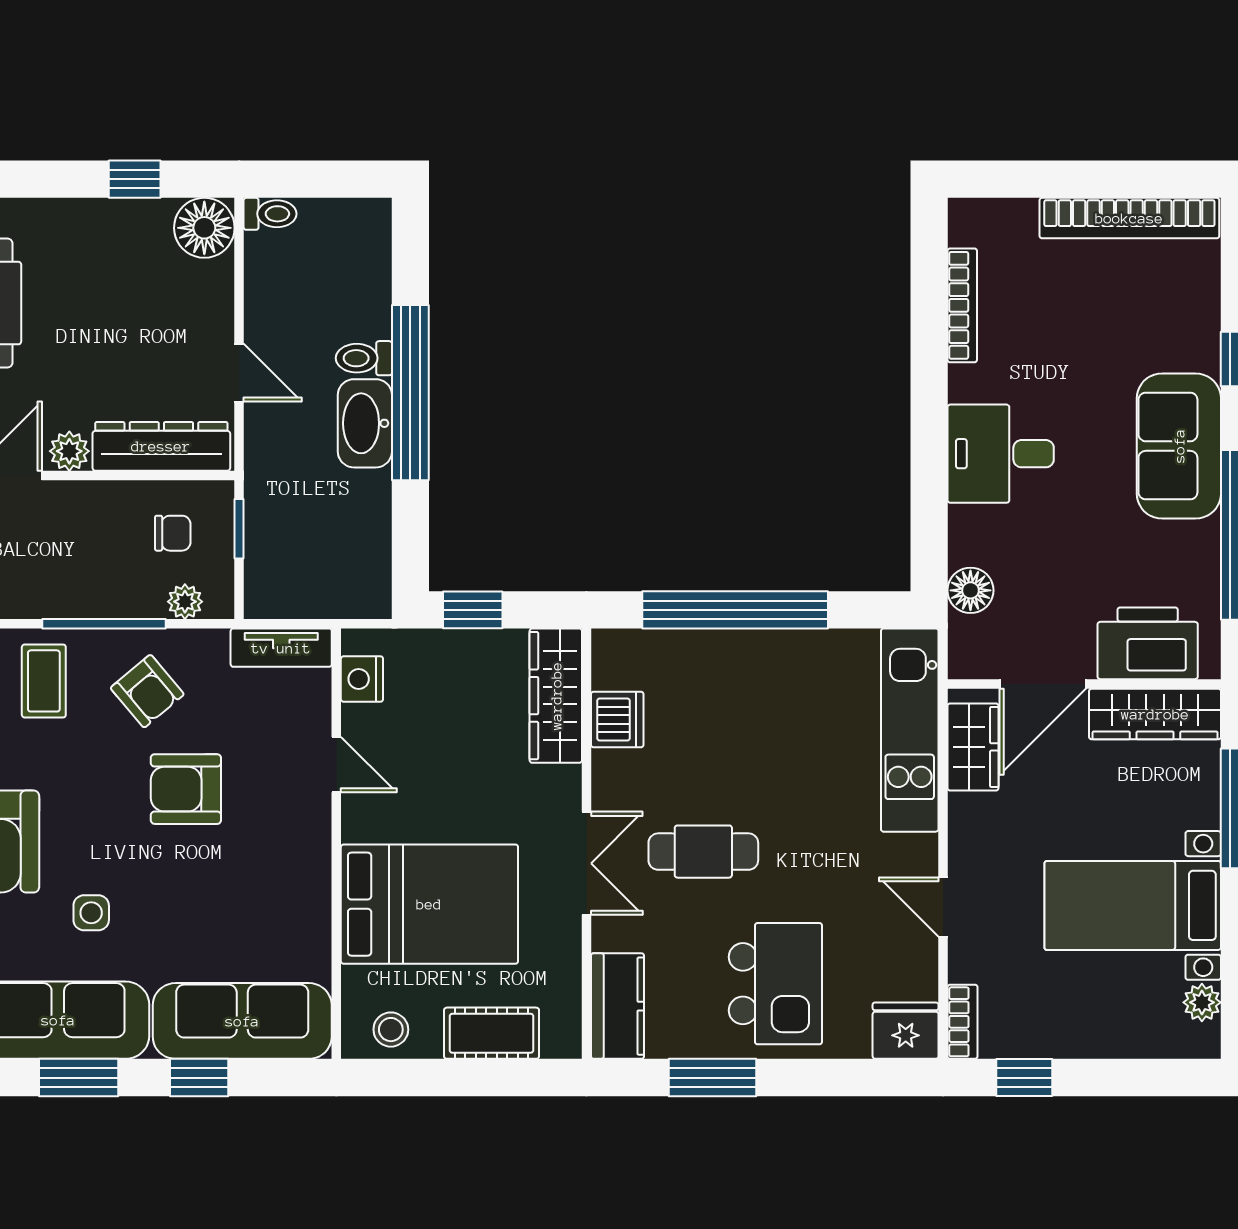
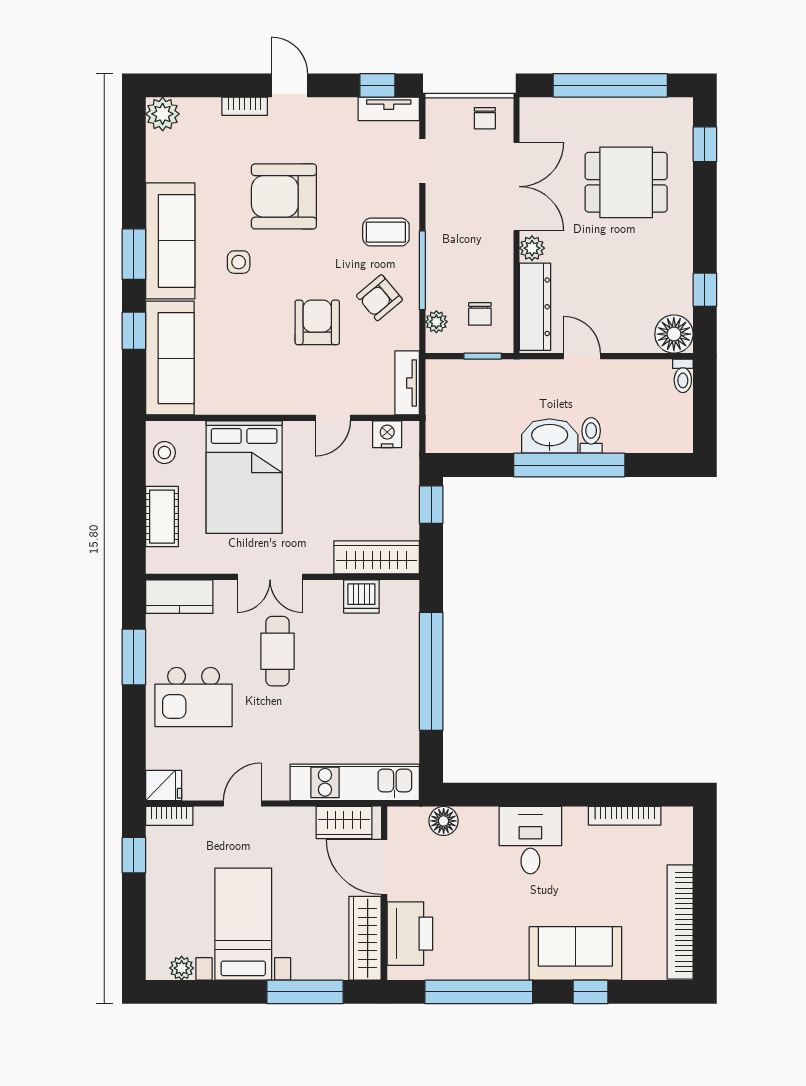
door: (239, 373) -> (582, 356), swing flipped
sofa: (1179, 446) -> (575, 953), moved
fridge: (906, 1031) -> (164, 785), width x0.72

